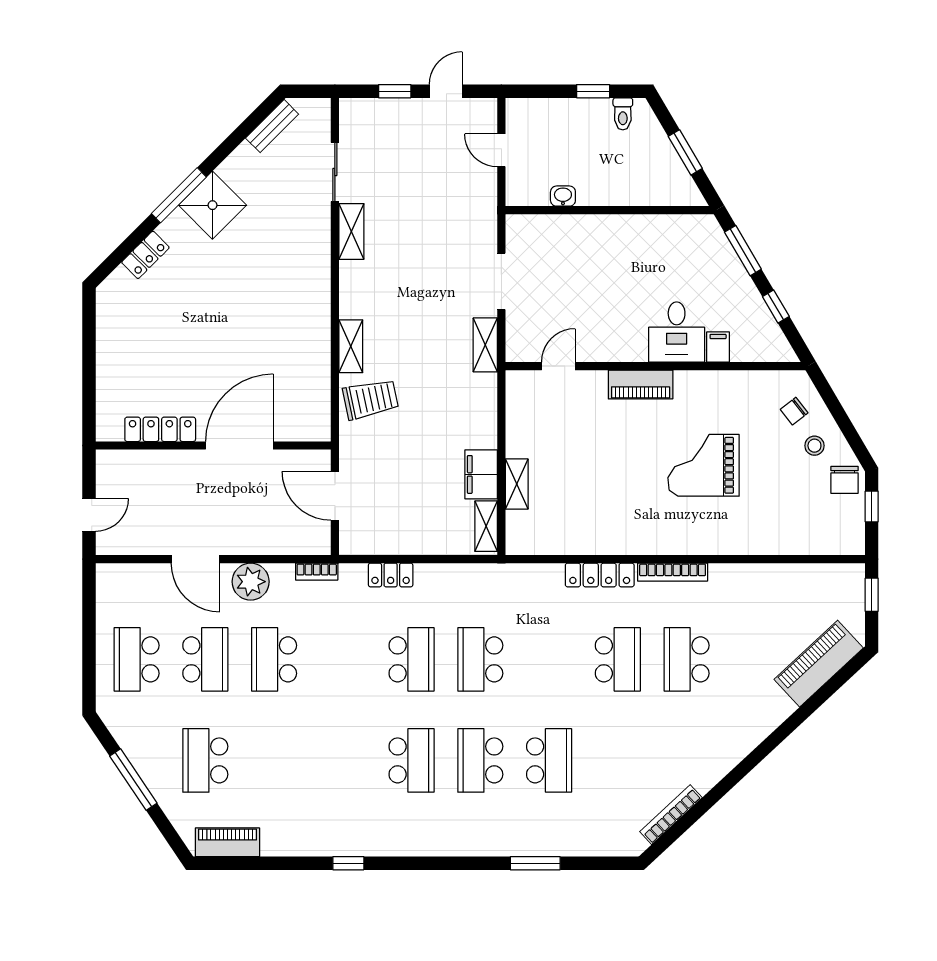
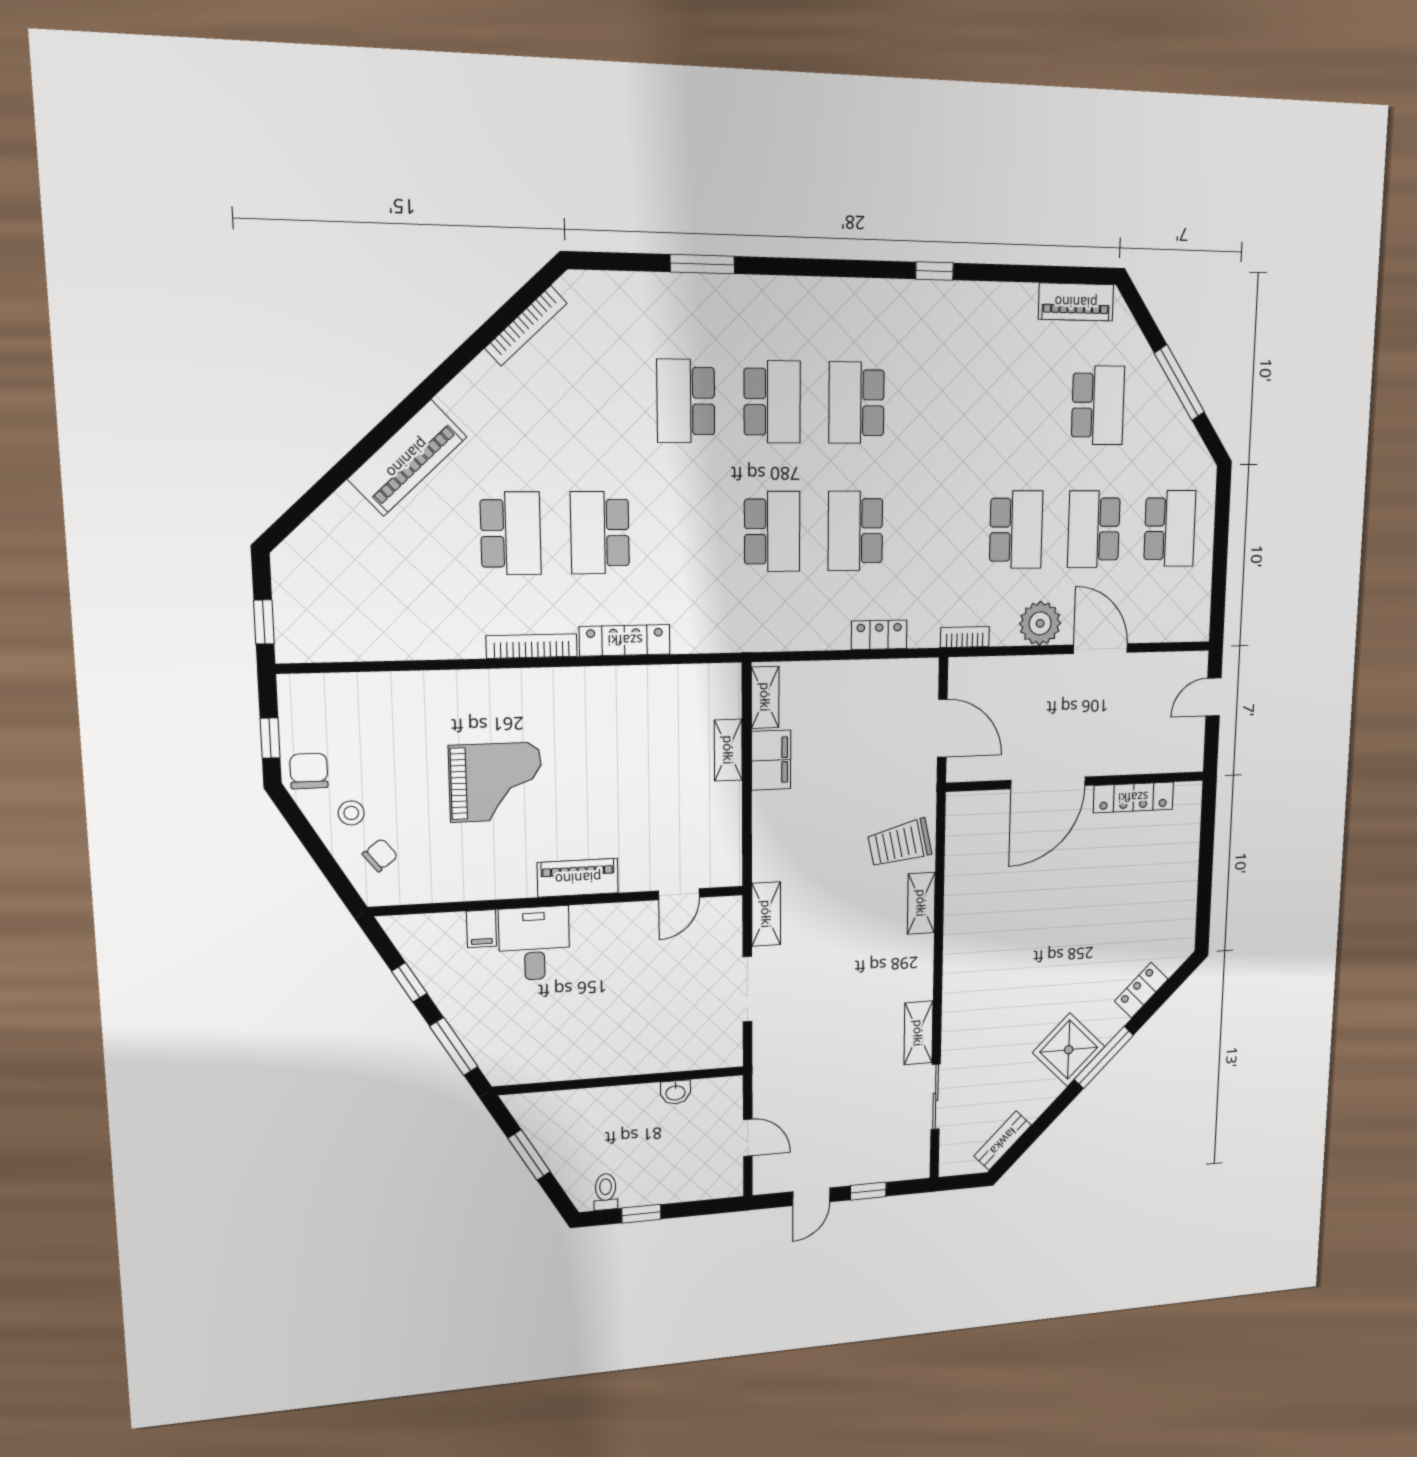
piano: (819, 664) -> (407, 458), moved

